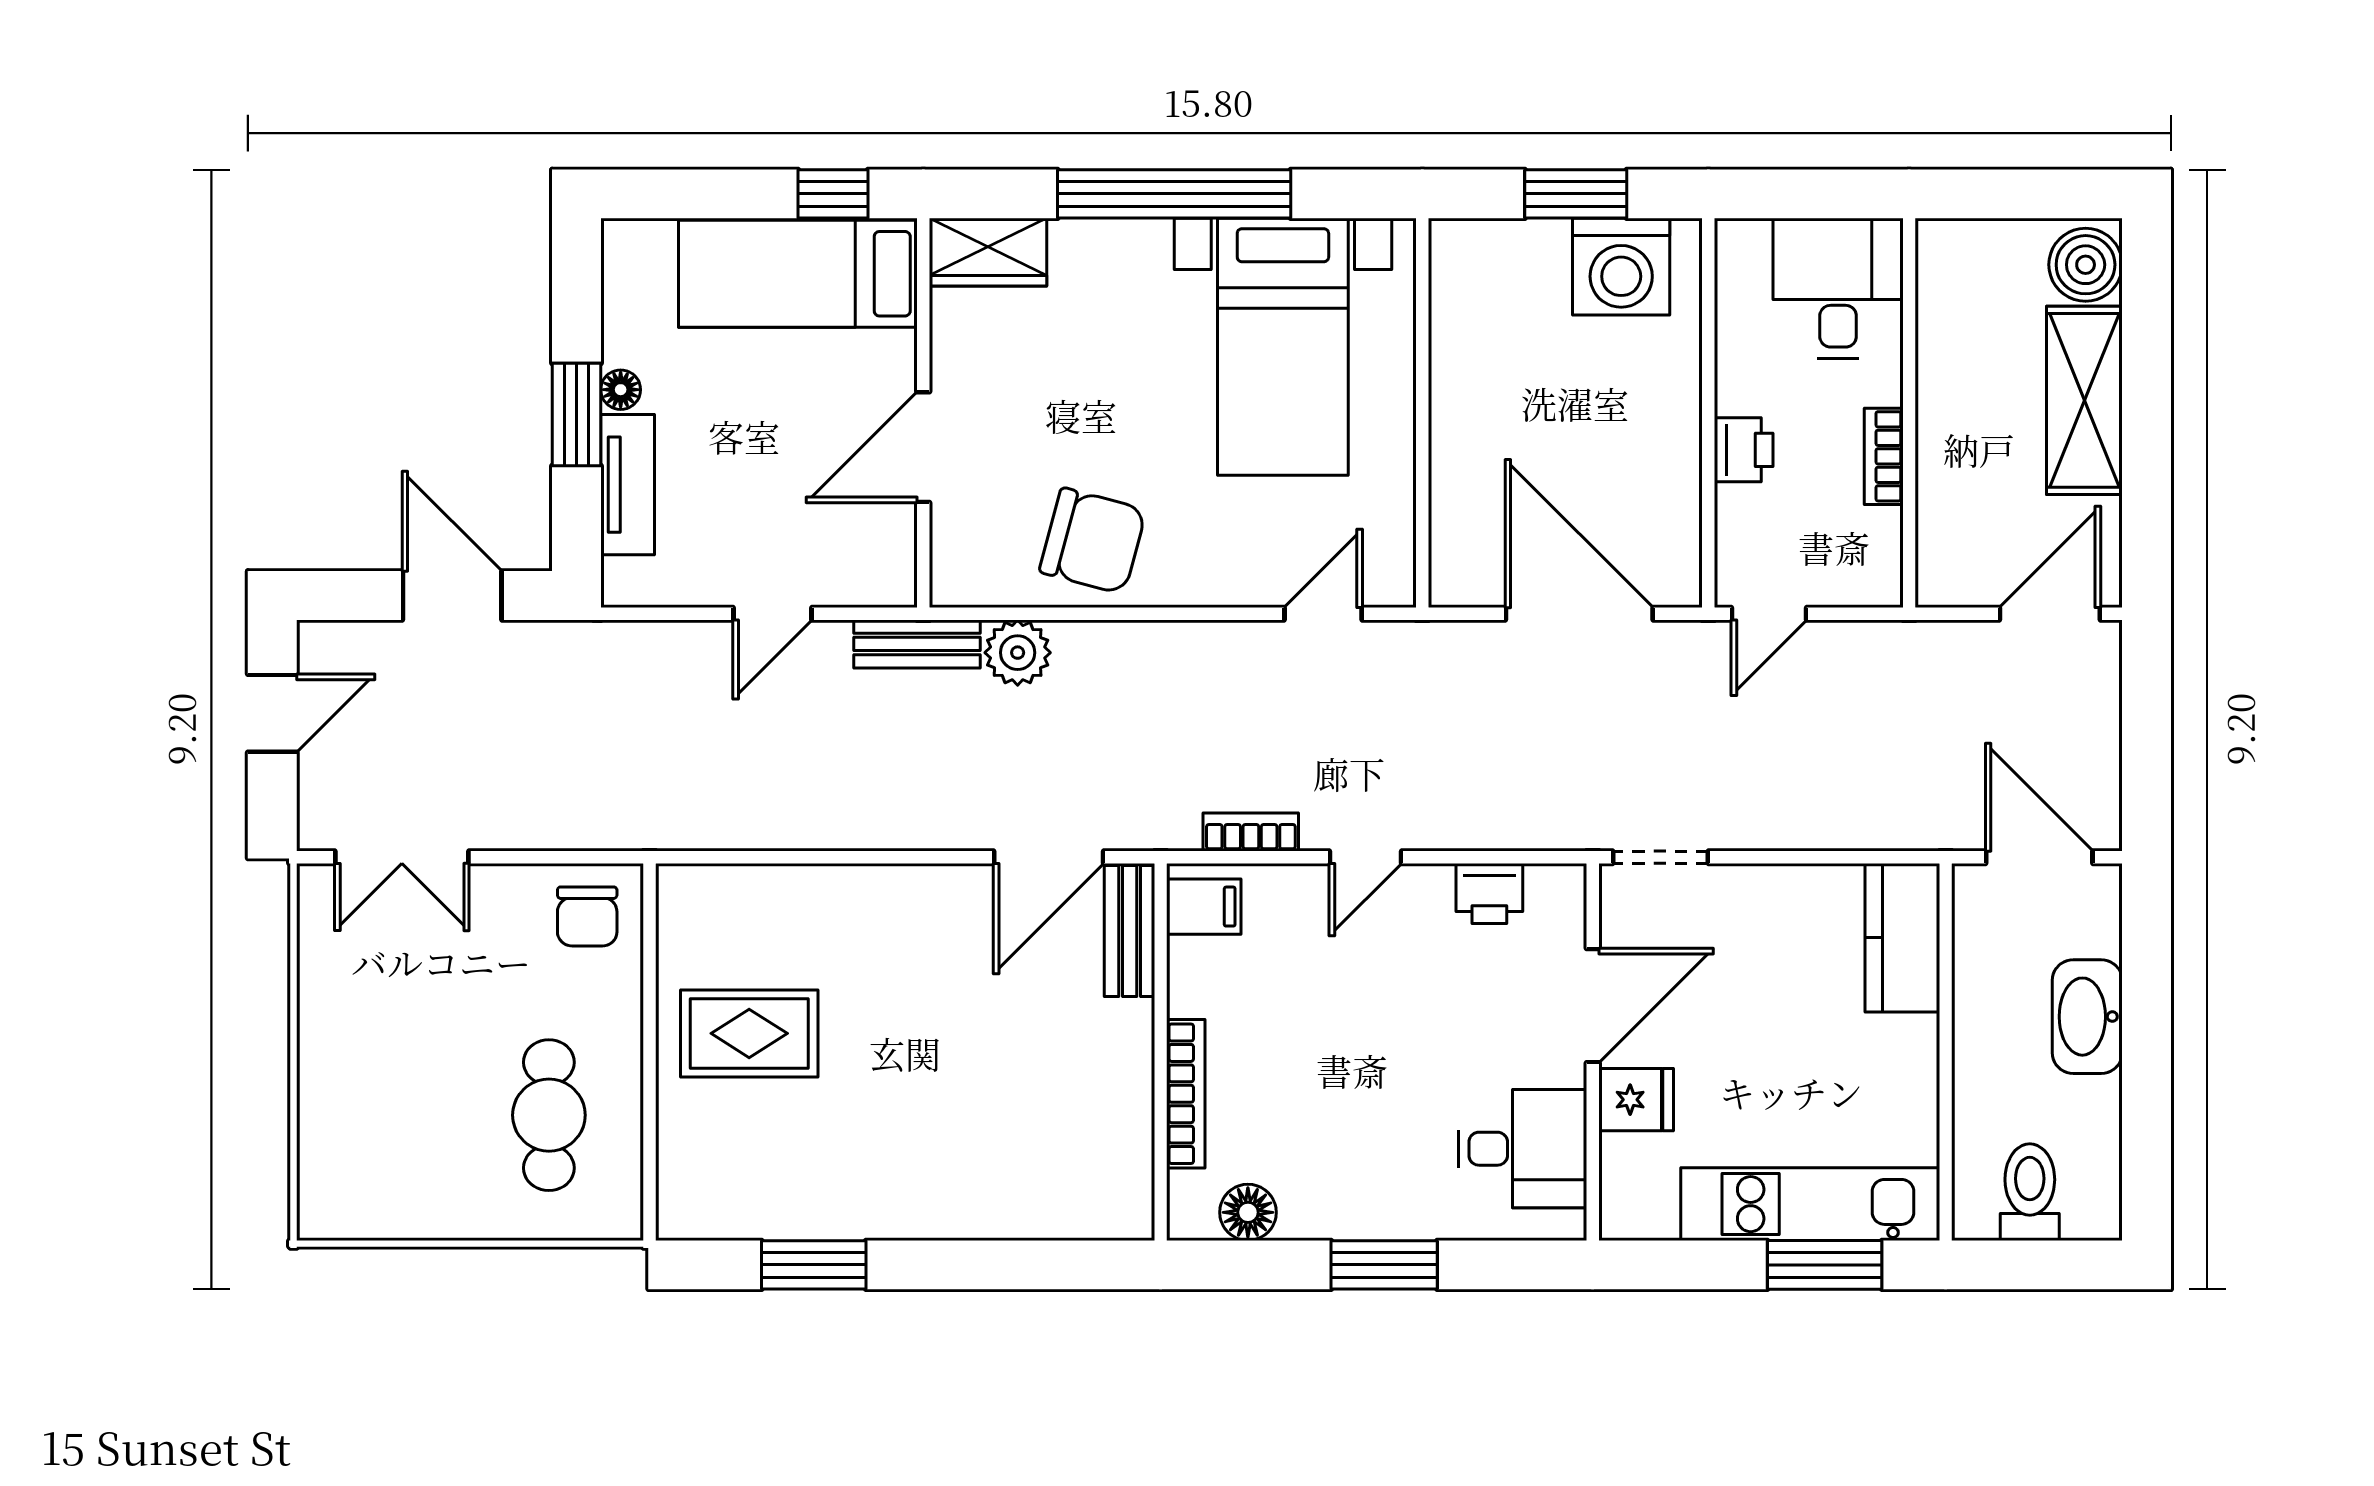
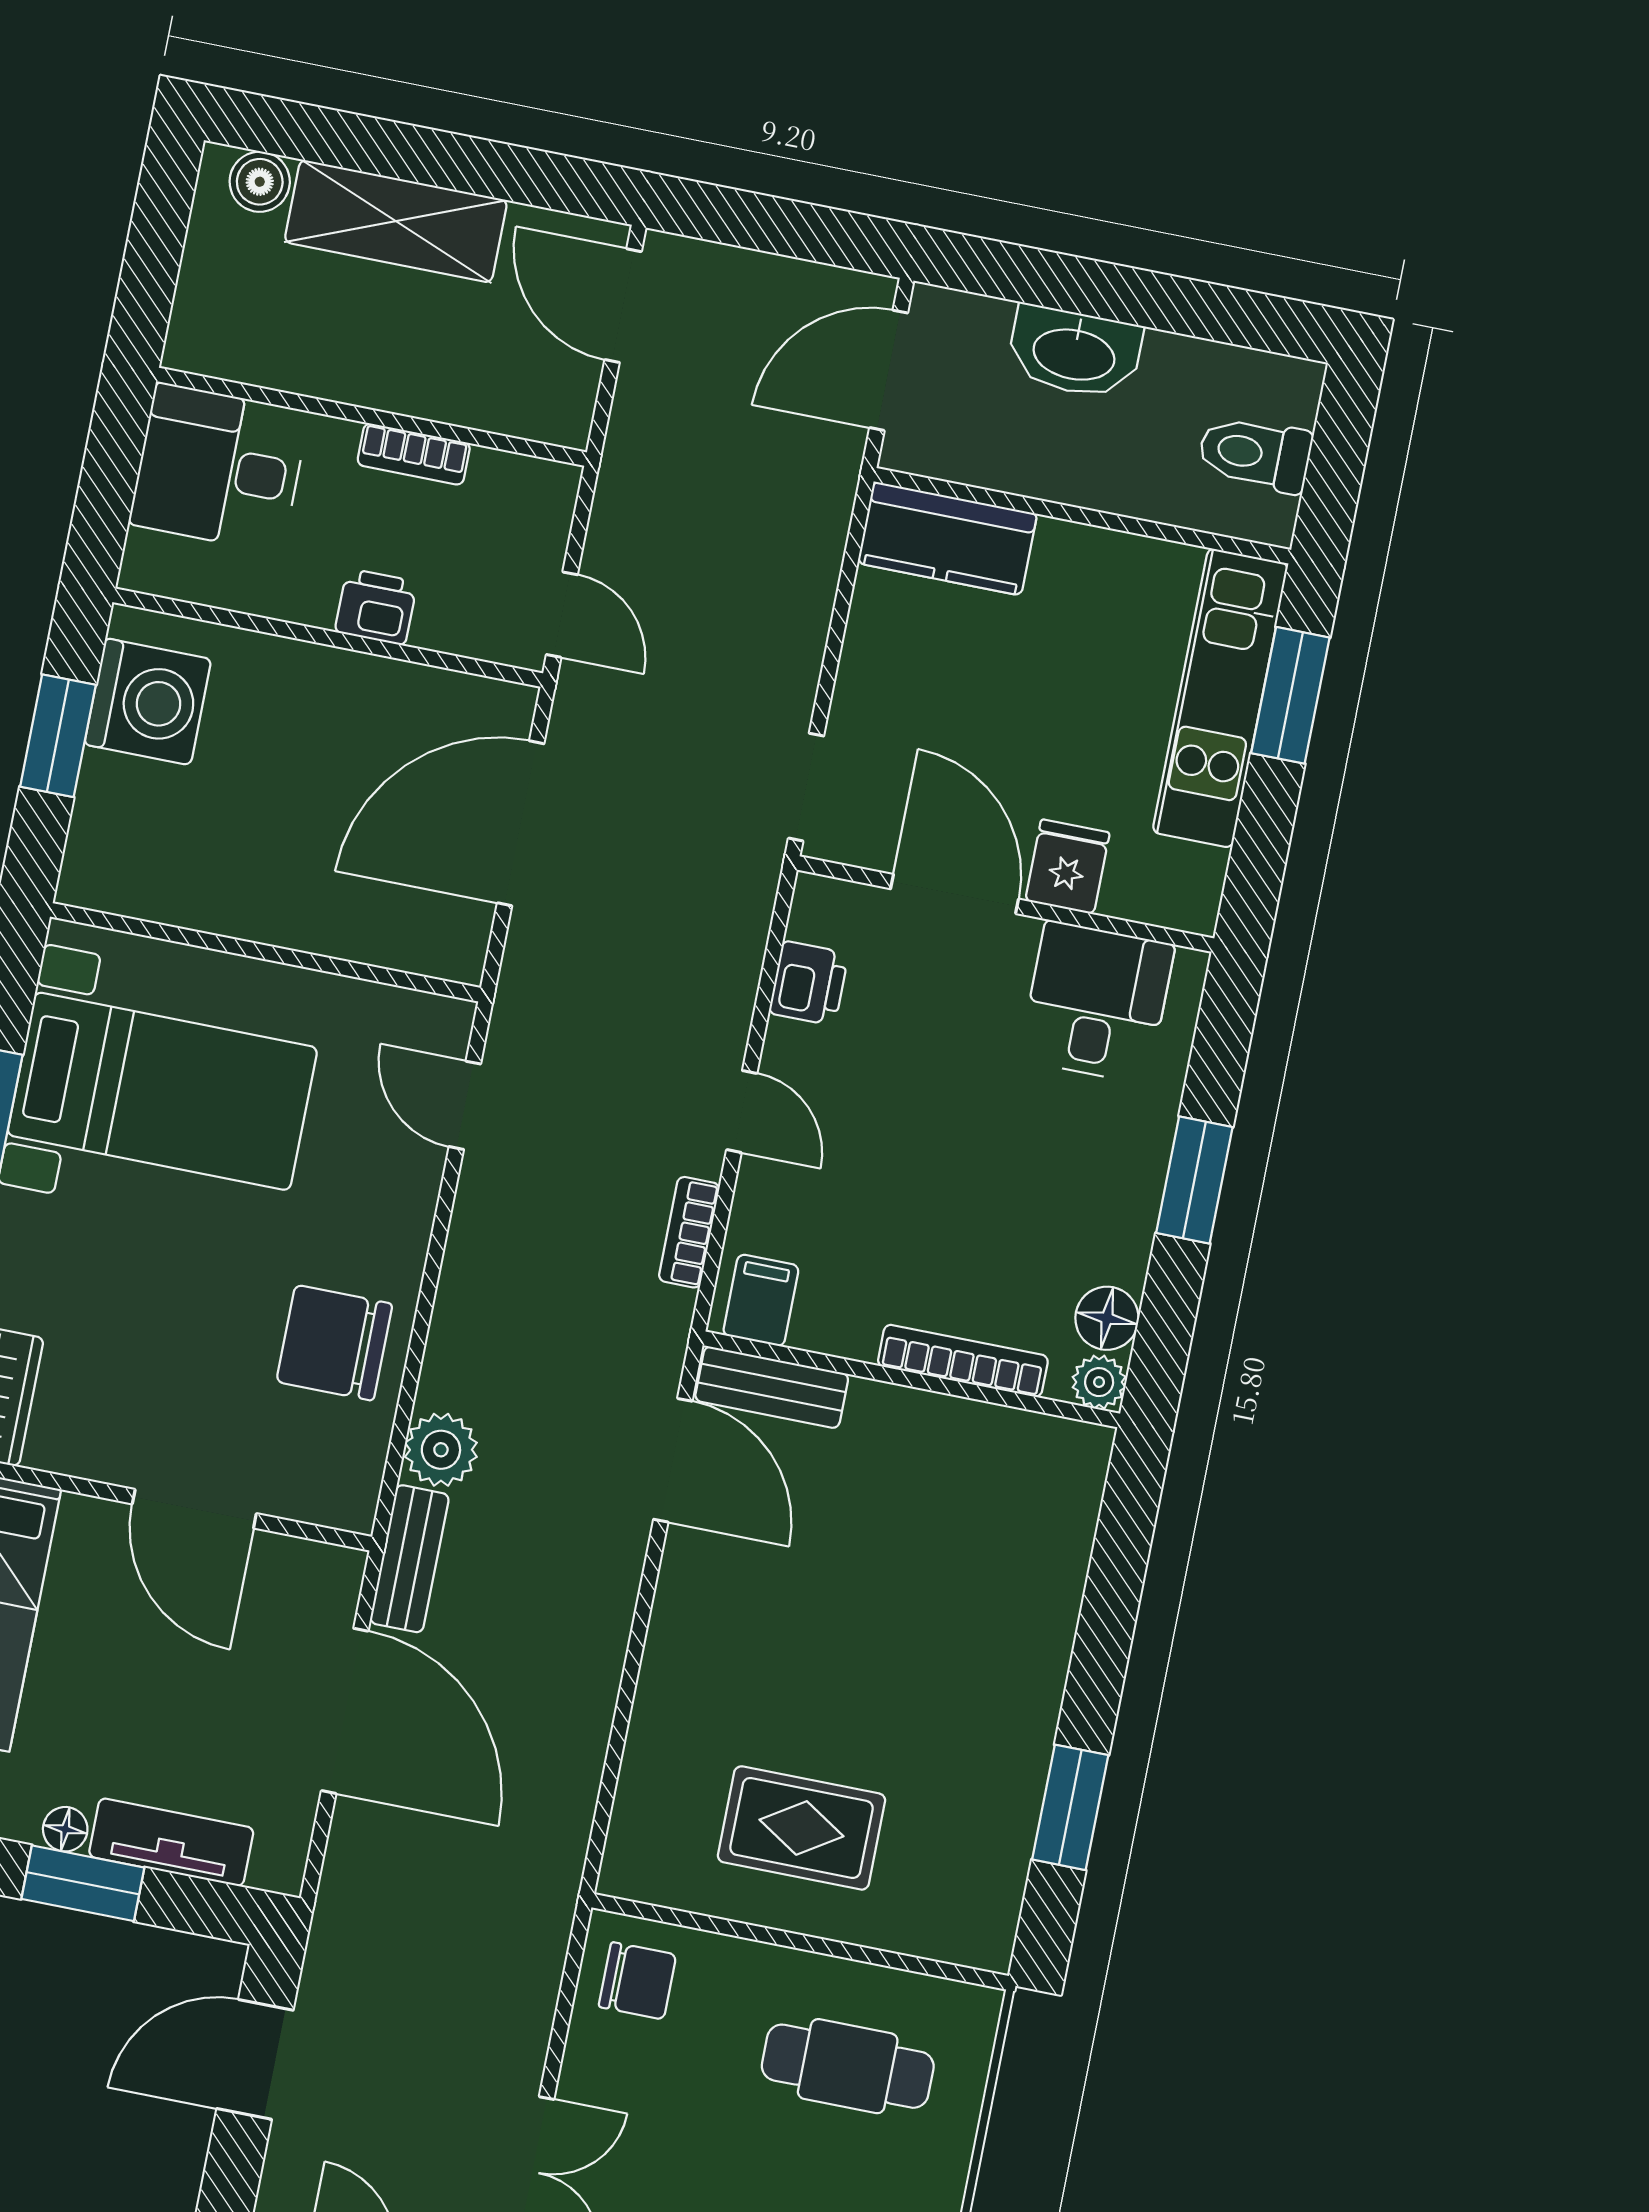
boiler: (2086, 265) -> (260, 182), width x0.73, depth x0.73
chair: (1093, 541) -> (334, 1343), turned -105
door: (773, 614) -> (345, 1711), width x1.88
rug: (749, 1033) -> (802, 1828), turned 90
plant: (1191, 1216) -> (1099, 1382), added

